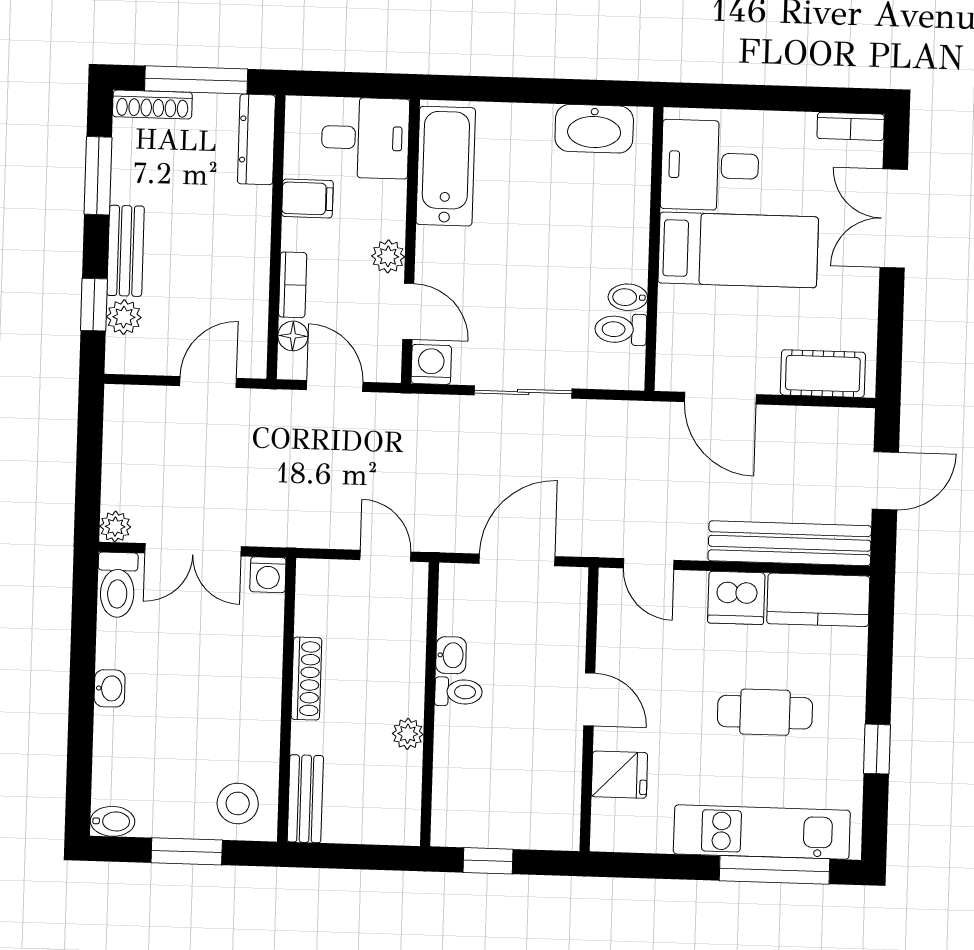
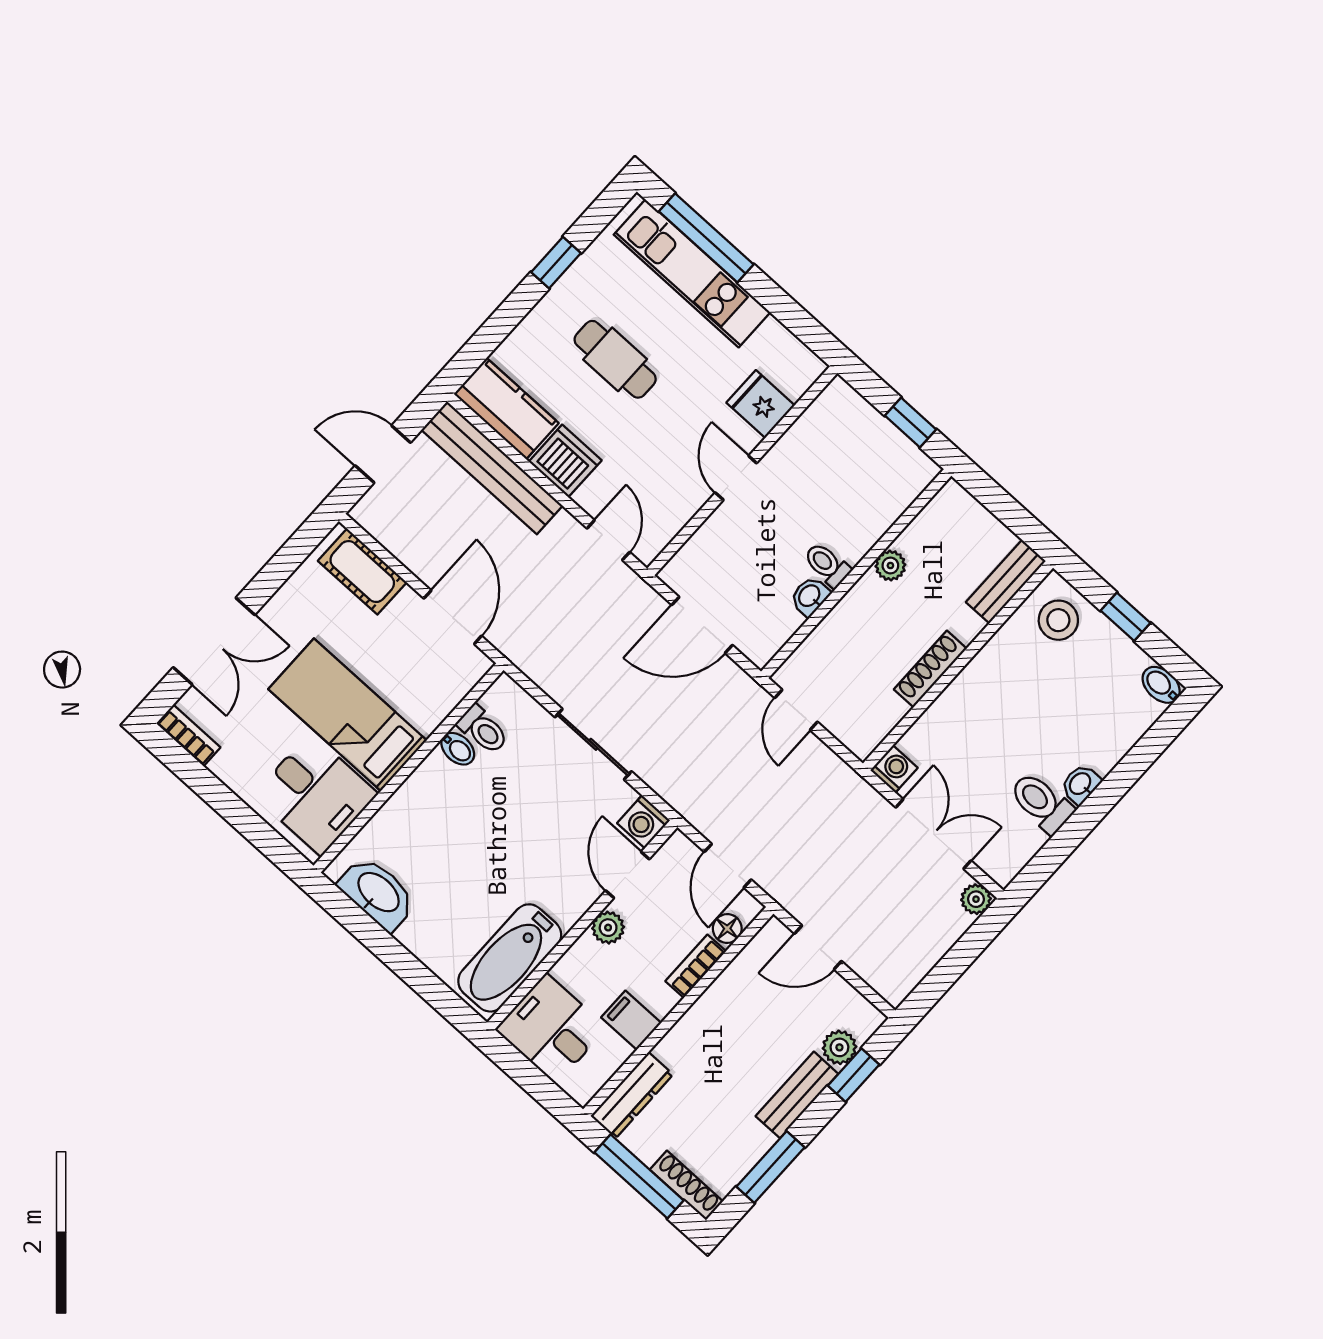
toilet: (117, 585) -> (1041, 803), moved, turned -90
window: (187, 851) -> (1125, 617), width x0.67

